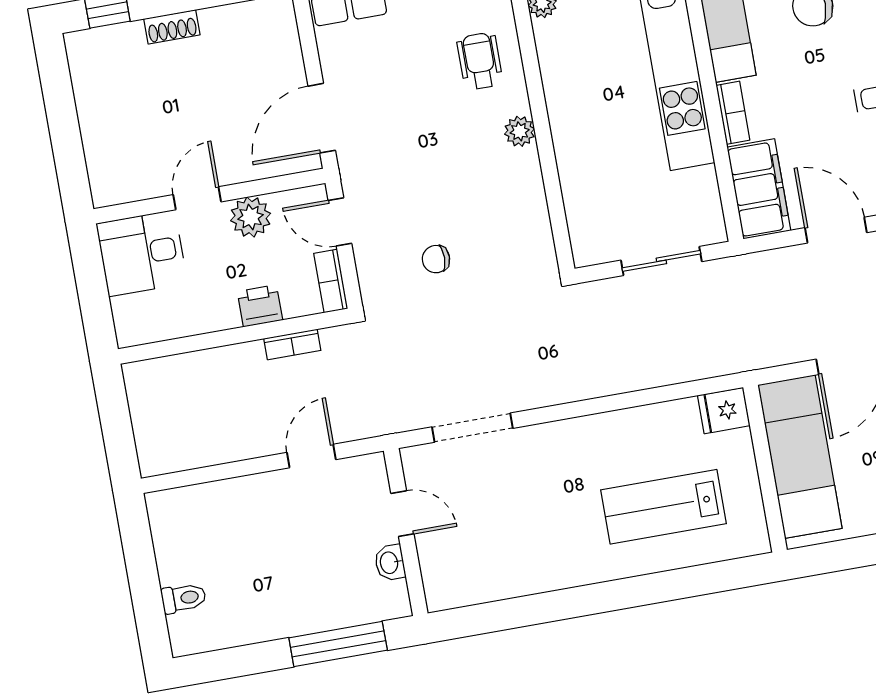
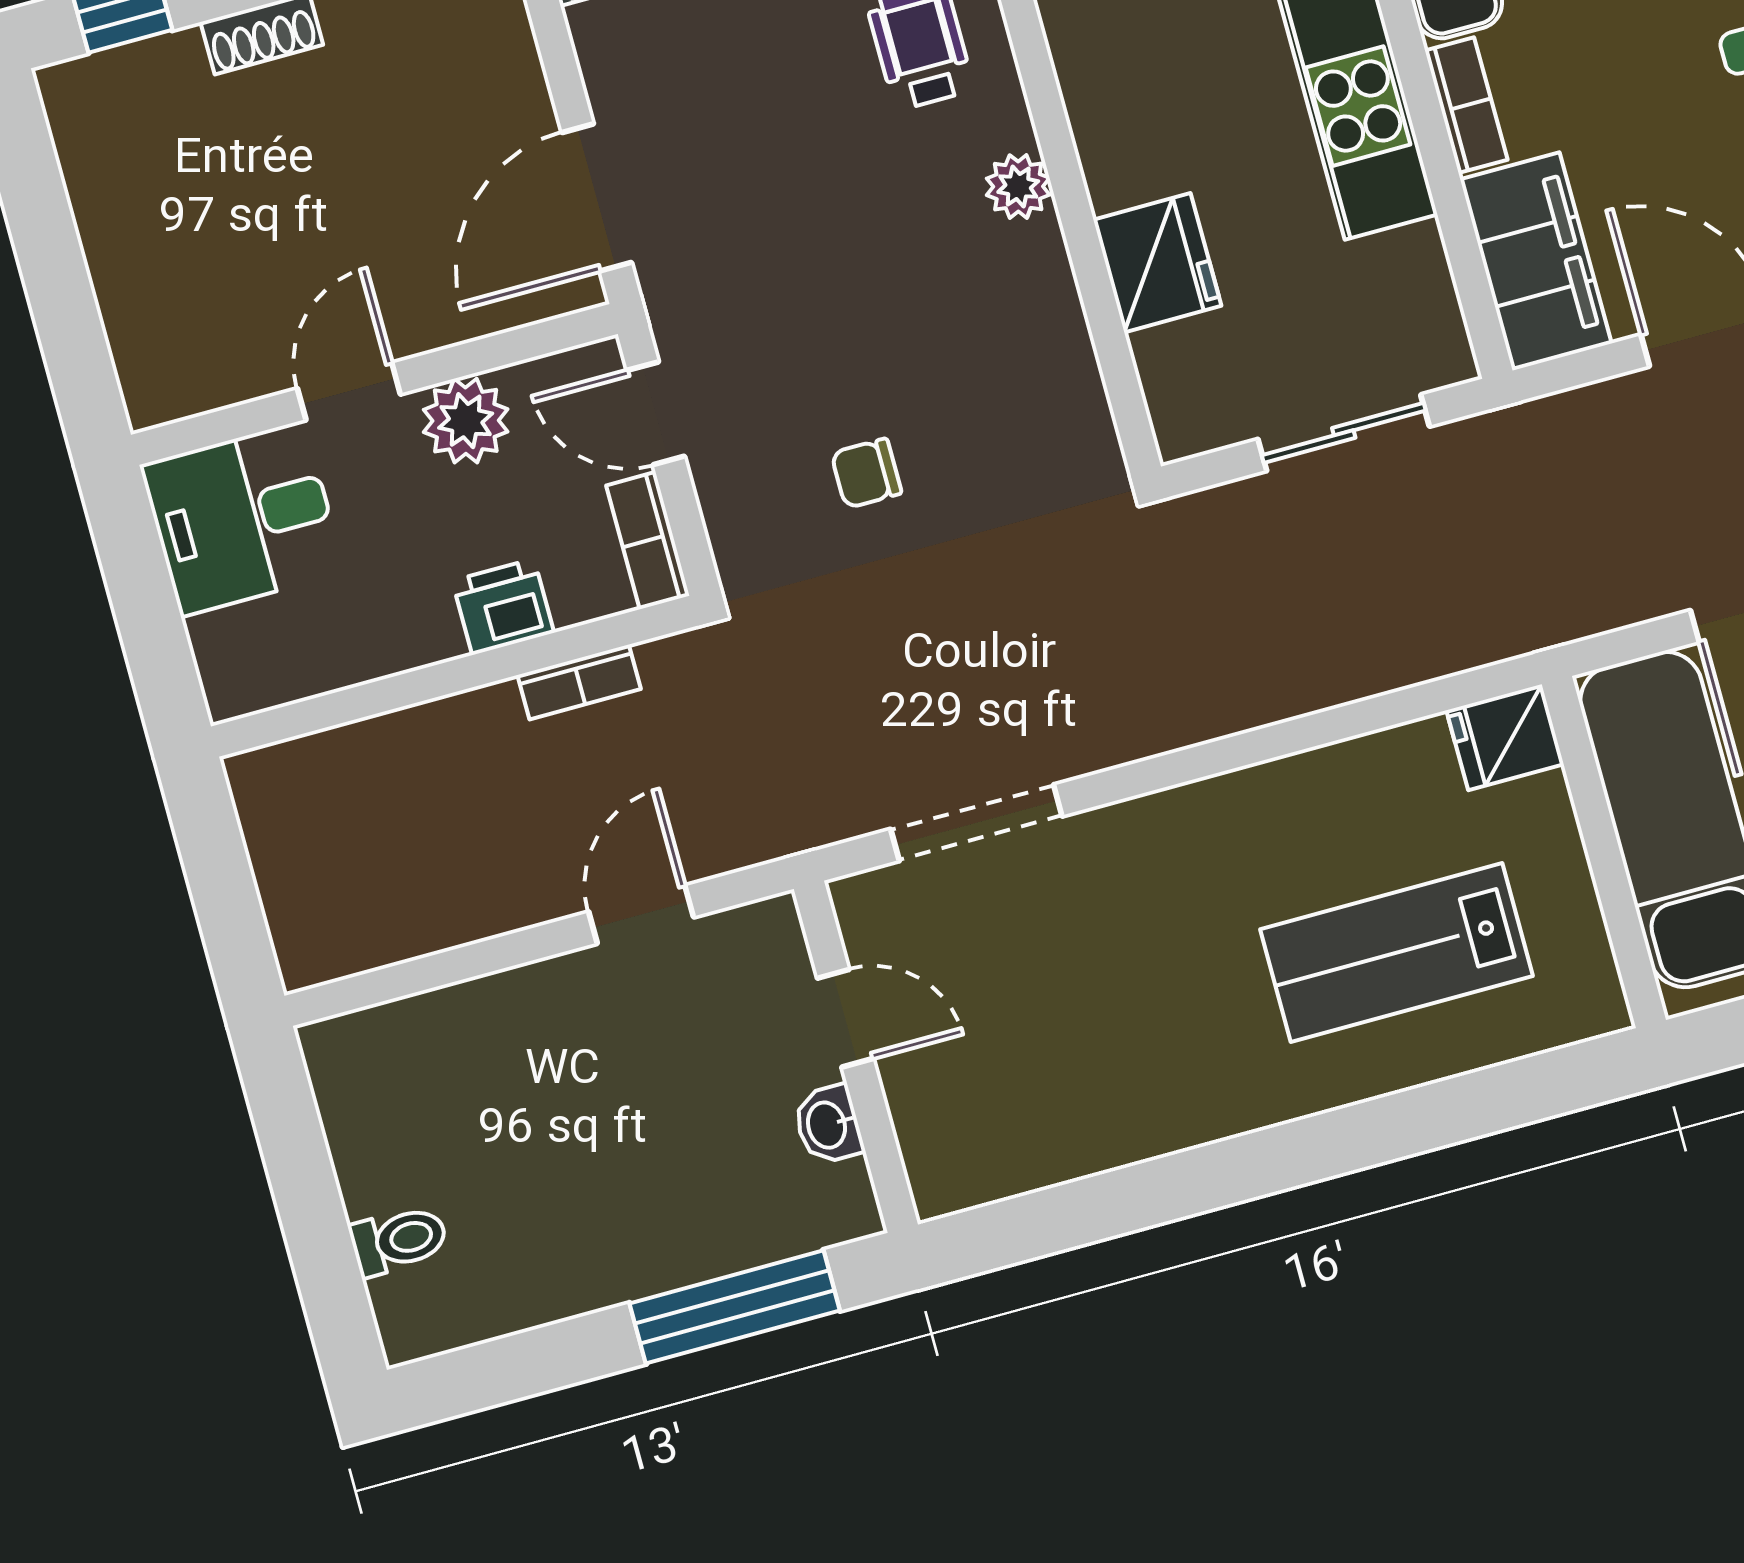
fridge: (581, 173) -> (1157, 263), added

